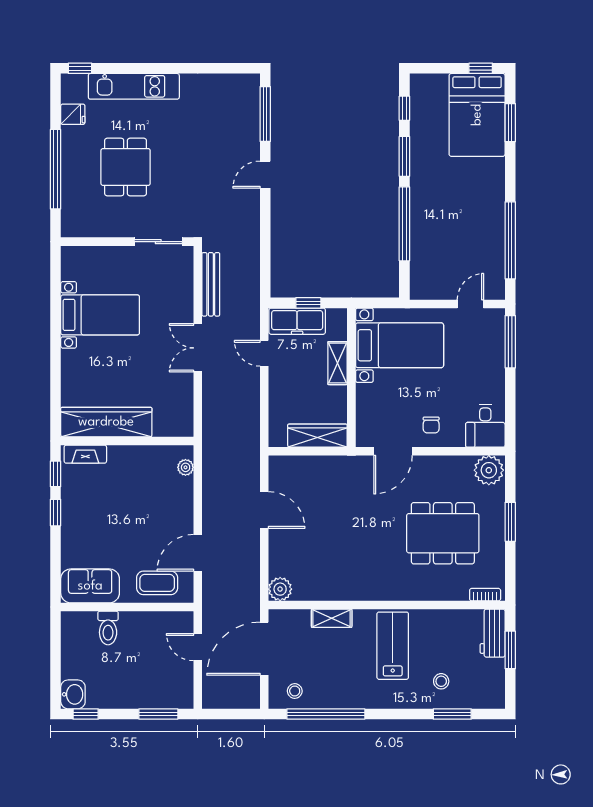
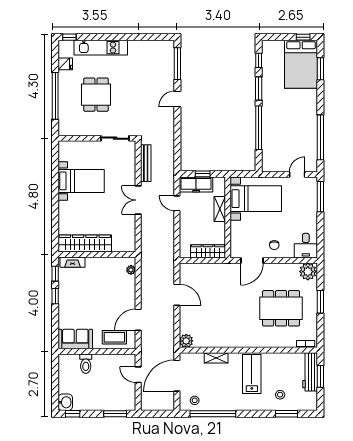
workbench: (493, 633) -> (310, 372), width x1.38

